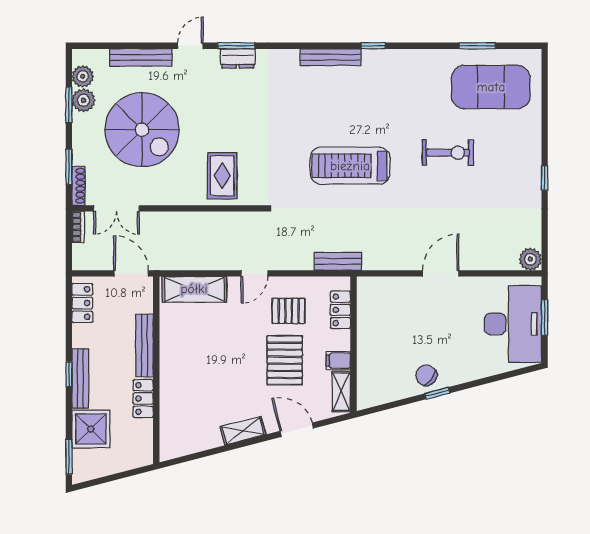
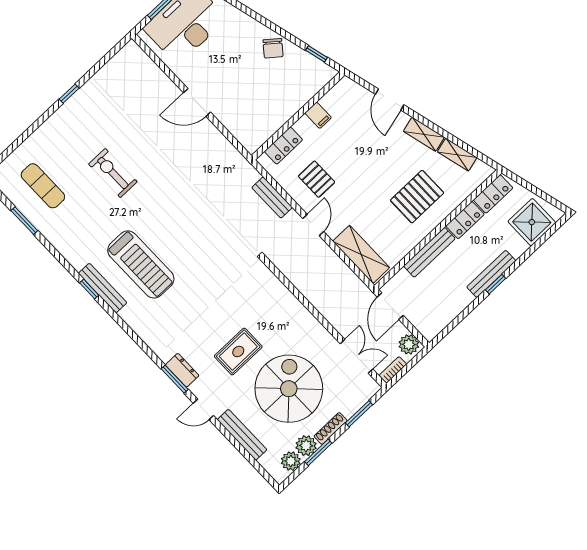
bench: (330, 57) -> (103, 288), moved
exercise mat: (491, 87) -> (43, 186), width x0.50, depth x0.69
treadmill: (350, 166) -> (141, 264), moved
rug: (222, 176) -> (238, 352), moved
shoe rack: (79, 186) -> (331, 428), moved
plant: (530, 259) -> (409, 344), moved
bench: (338, 261) -> (272, 198), moved
door: (254, 273) -> (313, 225), hinge flipped
locker: (82, 303) -> (493, 194), moved, turned 180
pallet: (285, 360) -> (417, 197), moved
shelving: (341, 392) -> (457, 155), moved, turned 75
window: (437, 393) -> (316, 54), moved
shower: (91, 429) -> (532, 222), moved
window: (69, 457) -> (550, 233), removed

